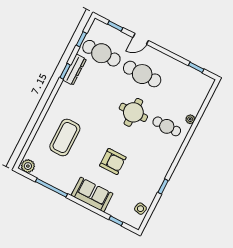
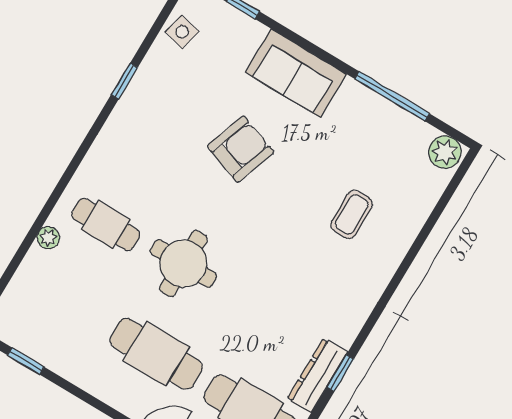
coffee table: (65, 138) -> (352, 214), width x0.54, depth x0.58
armchair: (113, 162) -> (241, 149), turned 109

